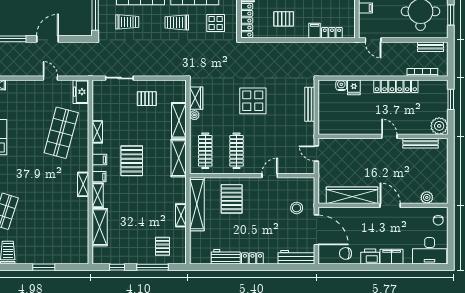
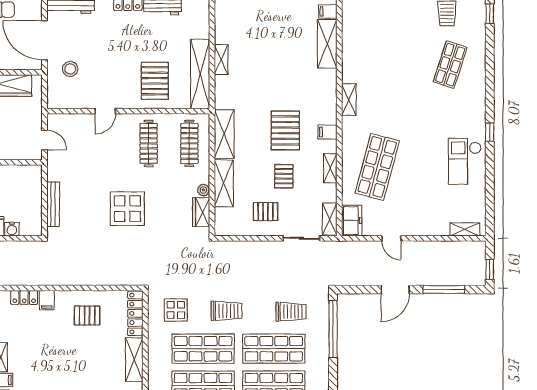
trolley: (127, 22) -> (291, 312), turned 180
filing cabinet: (99, 177) -> (328, 11), moved
shelving: (98, 195) -> (330, 219), moved
pallet: (162, 246) -> (284, 176), moved

